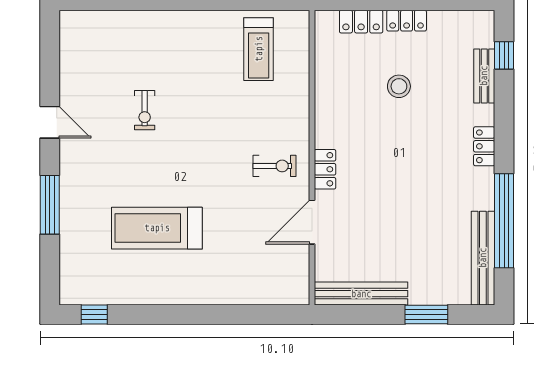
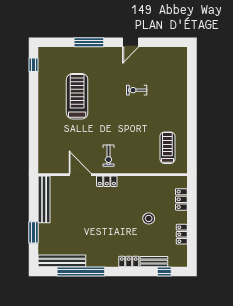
locker: (407, 21) -> (182, 234), moved
treadmill: (259, 49) -> (167, 148), turned 90
locker: (484, 146) -> (129, 262), moved

